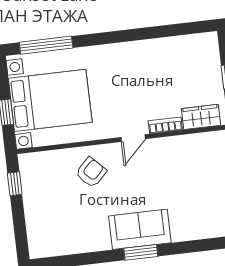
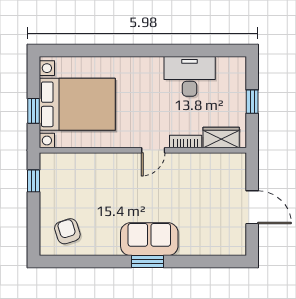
window: (46, 45) -> (80, 51), removed
desk: (161, 58) -> (190, 76), added
armchair: (91, 172) -> (67, 231), moved, turned -63

